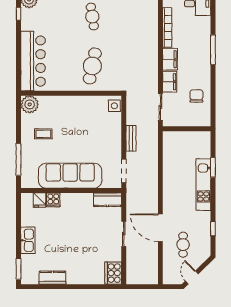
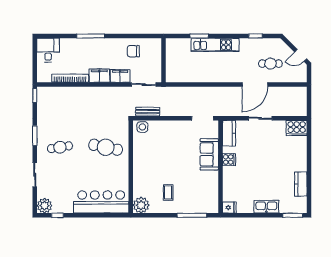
bench: (131, 138) -> (148, 112), moved
sofa: (70, 176) -> (209, 154), width x0.54, depth x0.79
fridge: (40, 200) -> (229, 208), moved
cooker: (53, 200) -> (229, 160), moved

